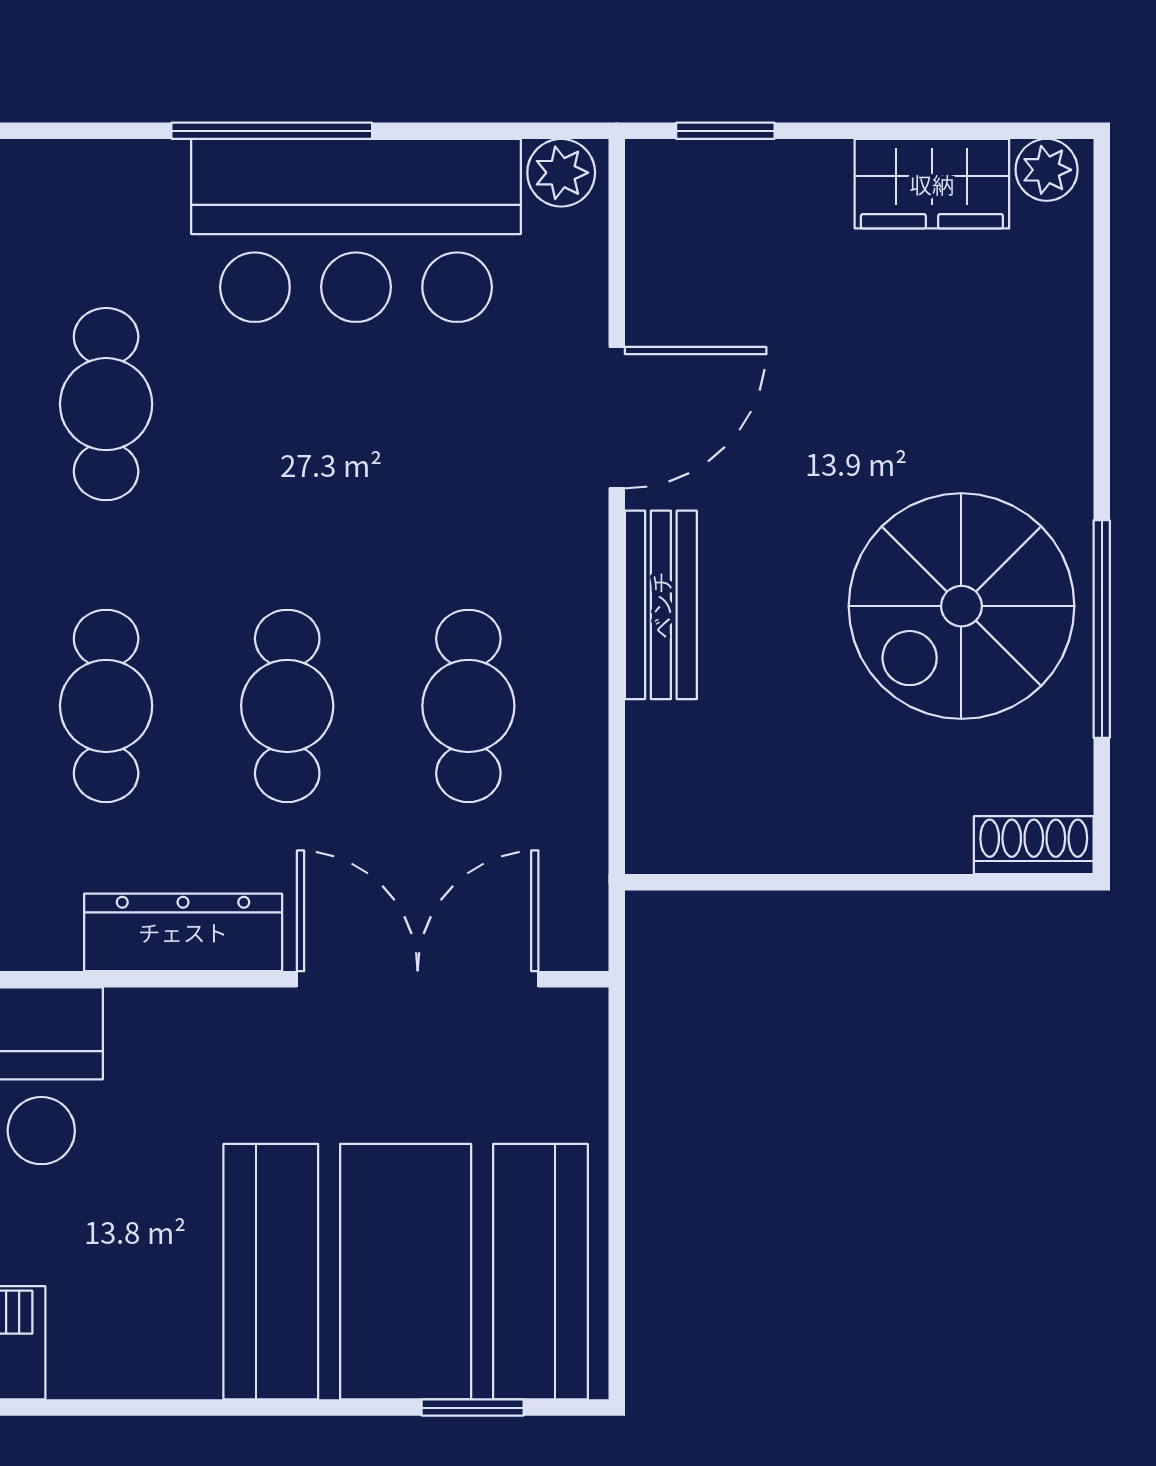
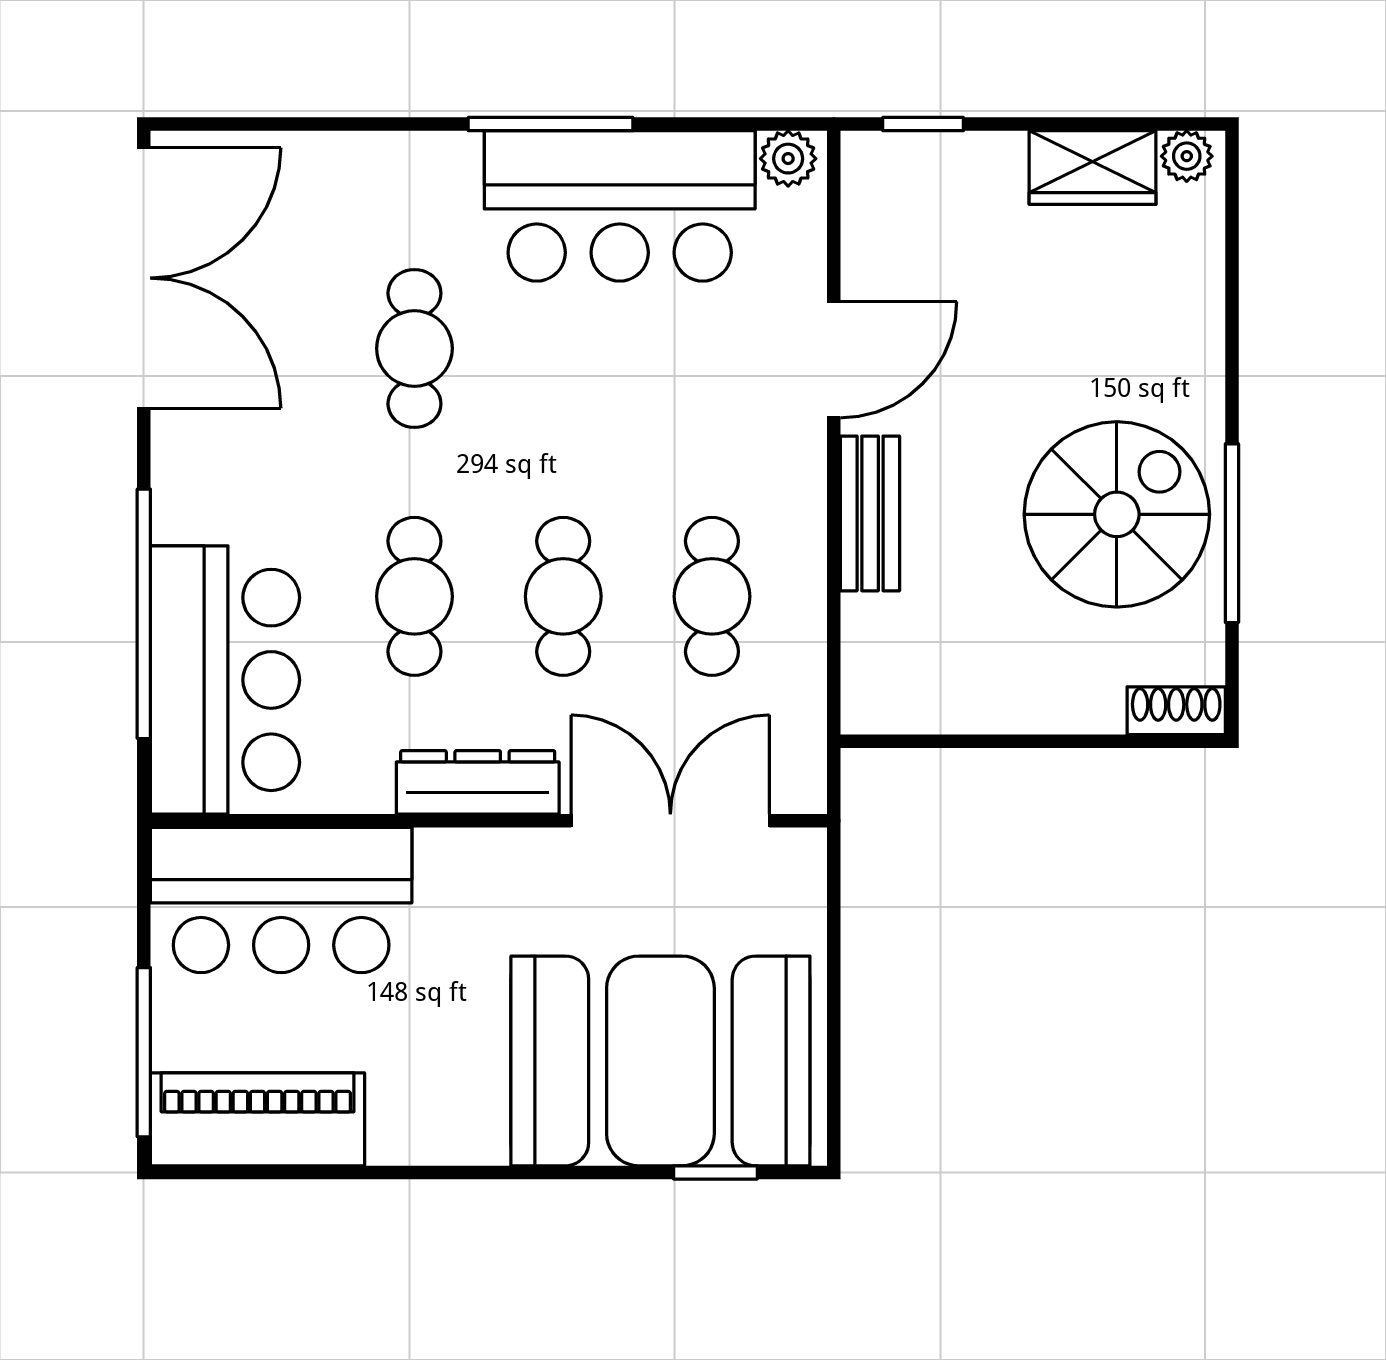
spiral stairs: (961, 606) -> (1117, 514), turned 180

